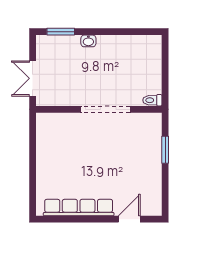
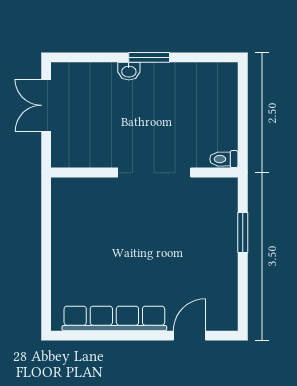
window: (61, 32) -> (149, 57), moved
double door: (33, 78) -> (46, 105), moved

